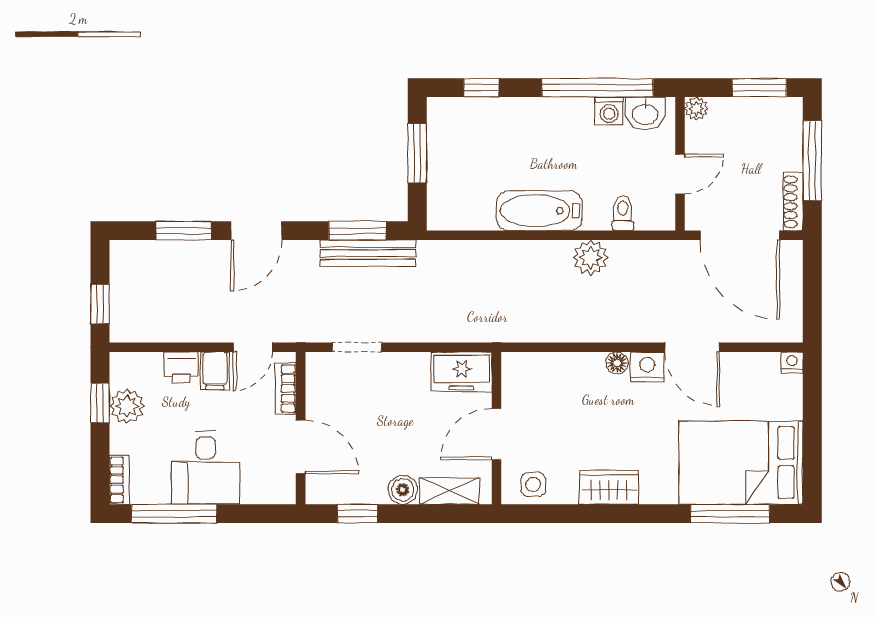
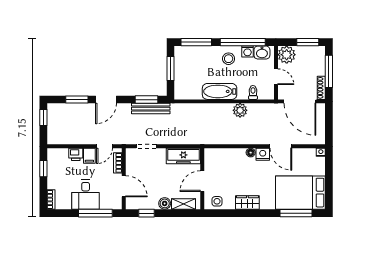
window: (481, 88) -> (196, 42), width x2.17
plant: (696, 109) -> (287, 55), width x1.88, depth x1.88
stool: (562, 129) -> (229, 59), added
door: (680, 174) -> (276, 77), hinge flipped
window: (100, 304) -> (43, 118), moved
freezer: (462, 372) -> (183, 156), width x1.40
plant: (127, 406) -> (54, 170), removed
window: (174, 514) -> (95, 213), moved

